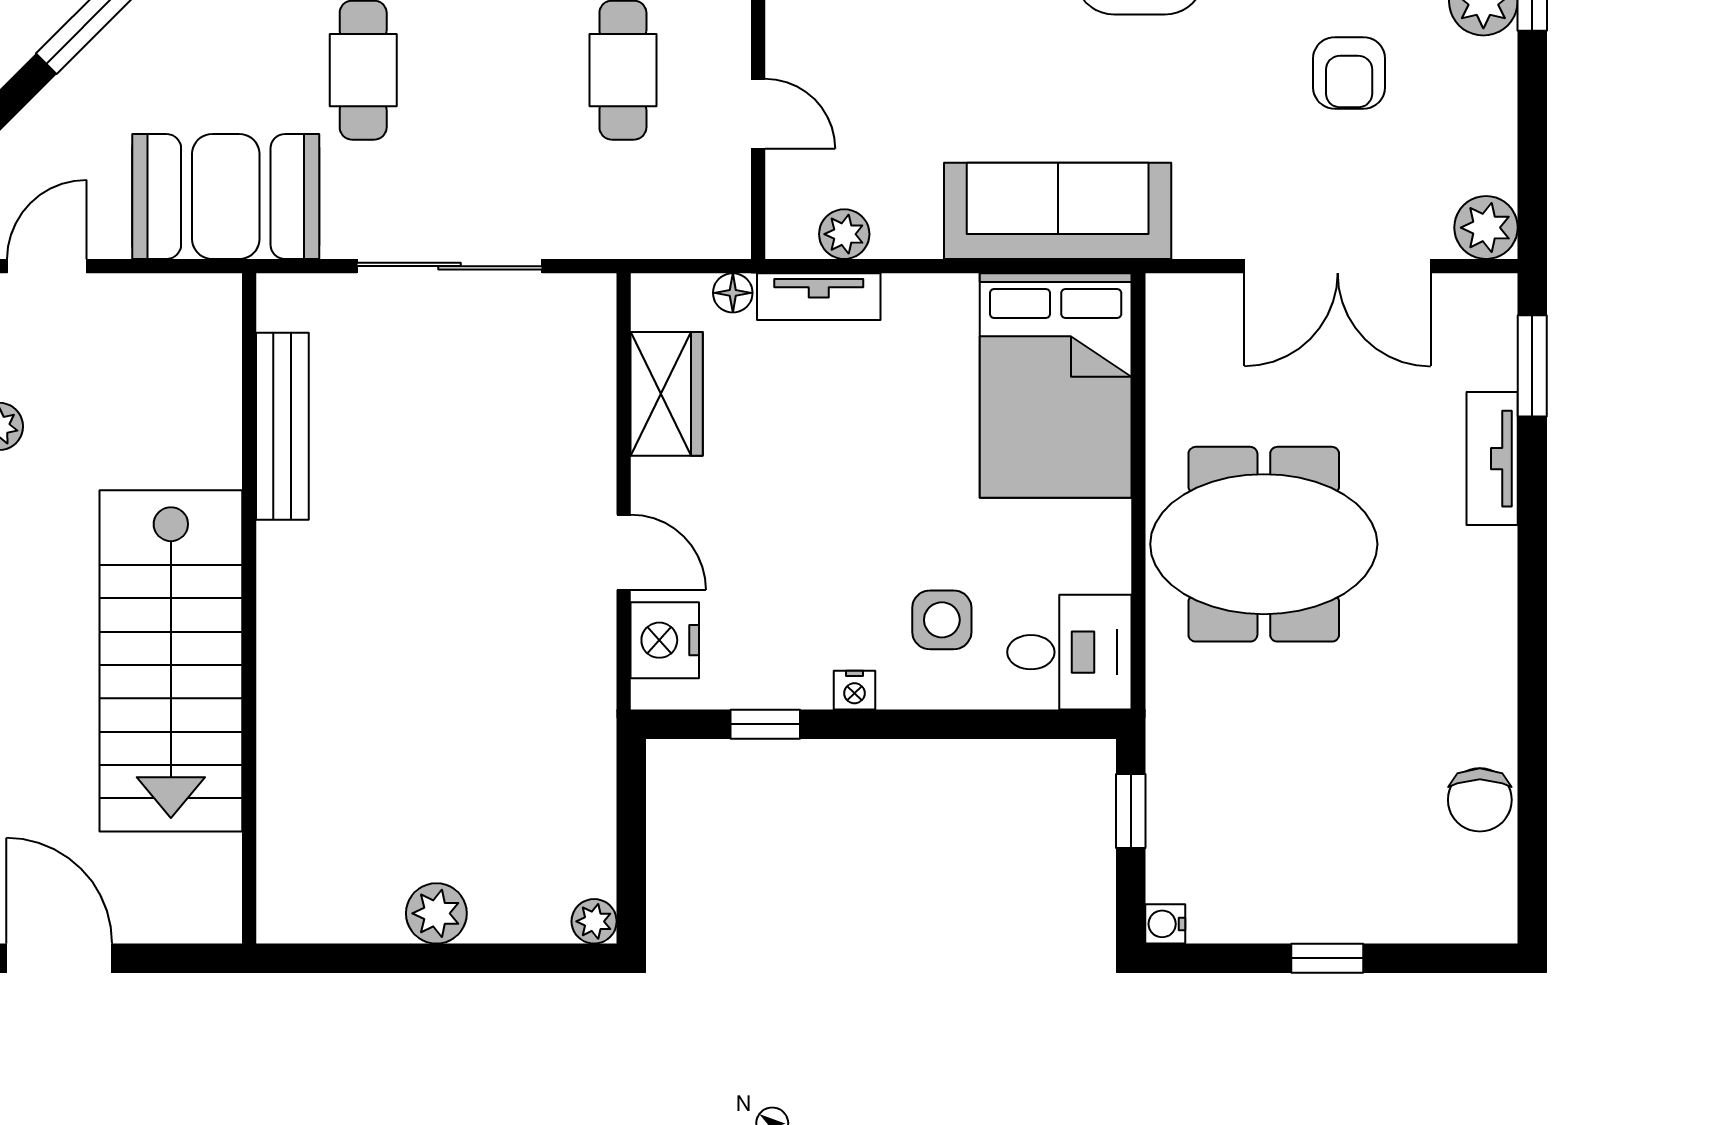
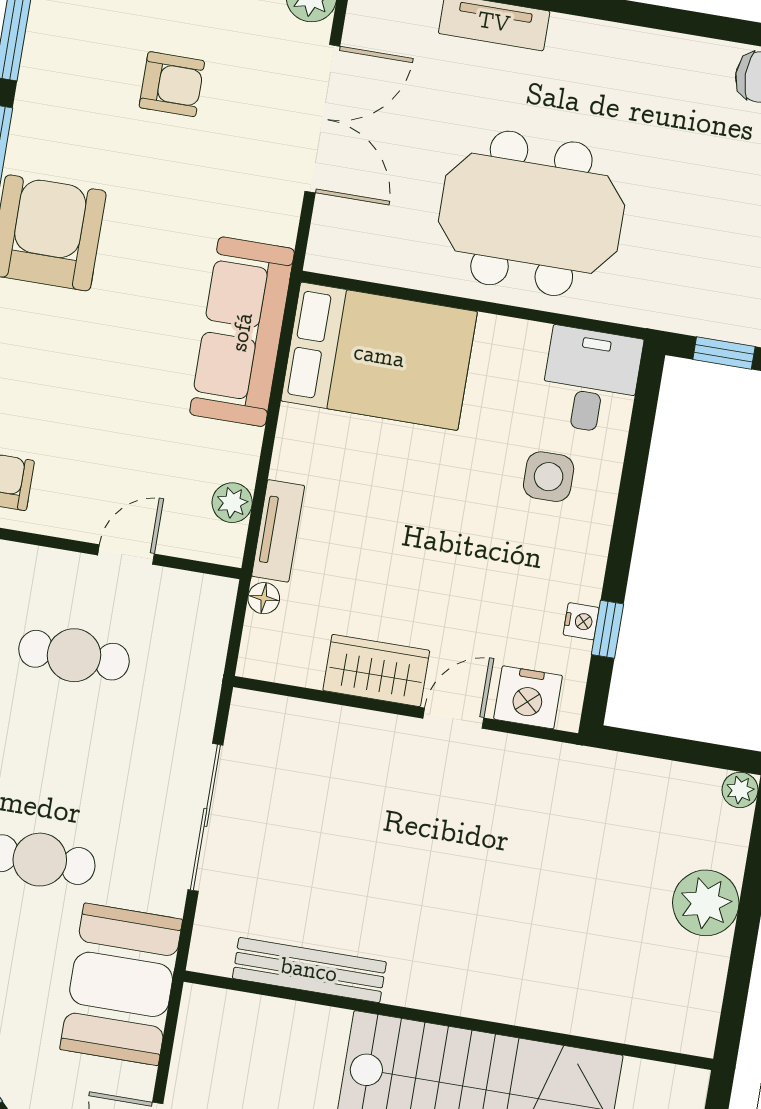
wardrobe: (667, 394) -> (376, 670), moved
meeting table: (1264, 544) -> (531, 213), turned 90
nightstand: (854, 690) -> (581, 621), moved
plant: (436, 913) -> (706, 903), width x1.36, depth x1.36

